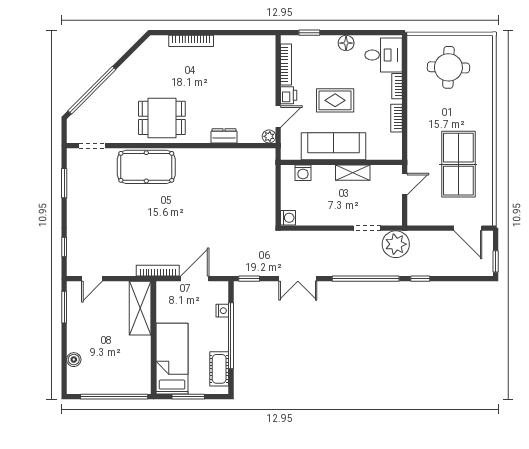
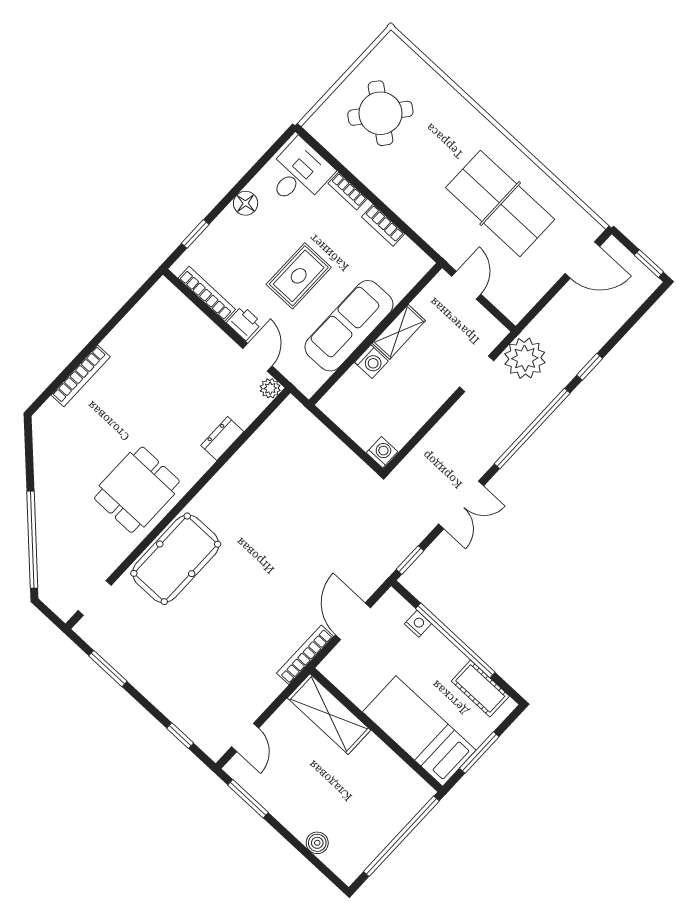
round table: (448, 67) -> (380, 113), turned 36
washing machine: (303, 173) -> (371, 362), moved

